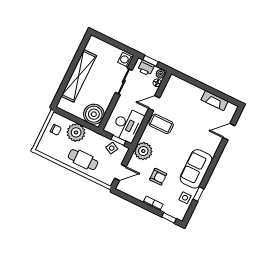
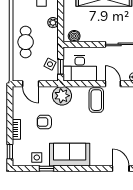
boiler: (94, 114) -> (74, 36), width x0.54, depth x0.54
plant: (76, 132) -> (53, 23), width x0.53, depth x0.53
armchair: (158, 177) -> (44, 122), turned 90

